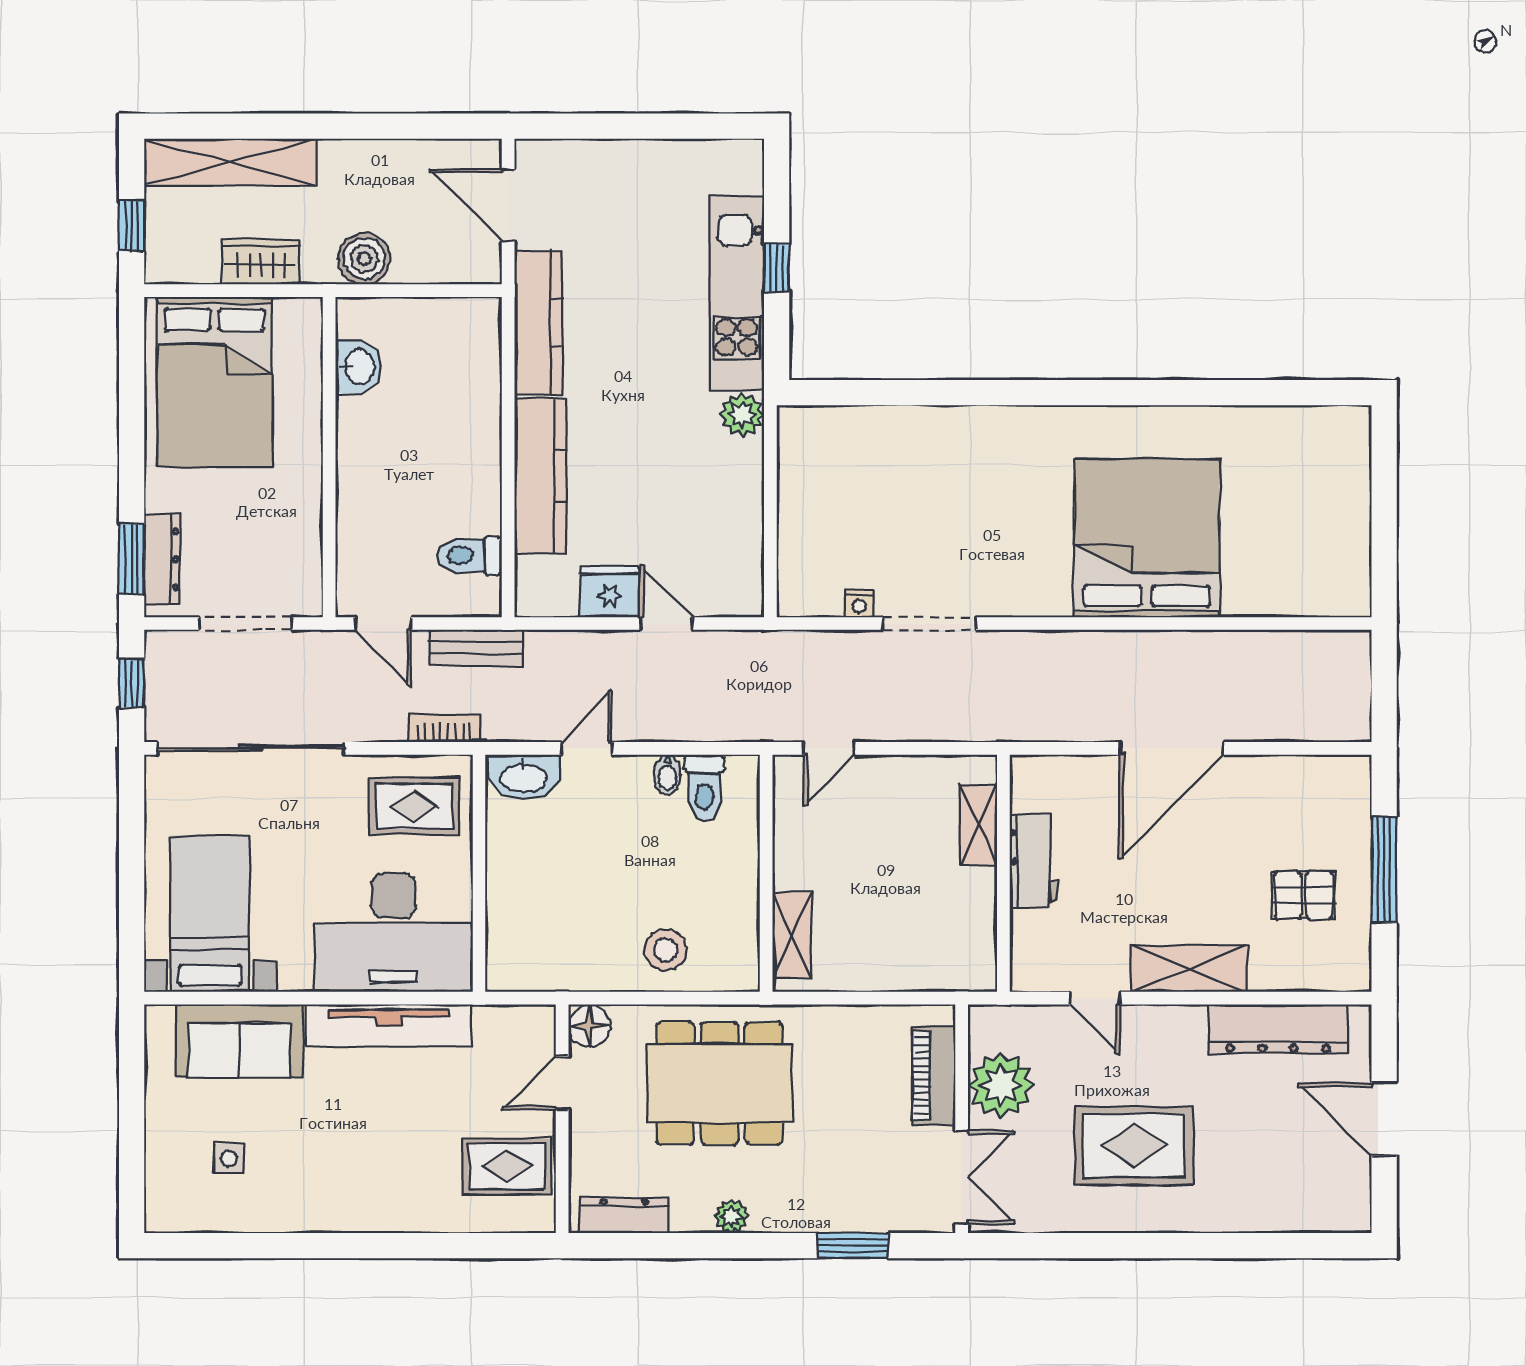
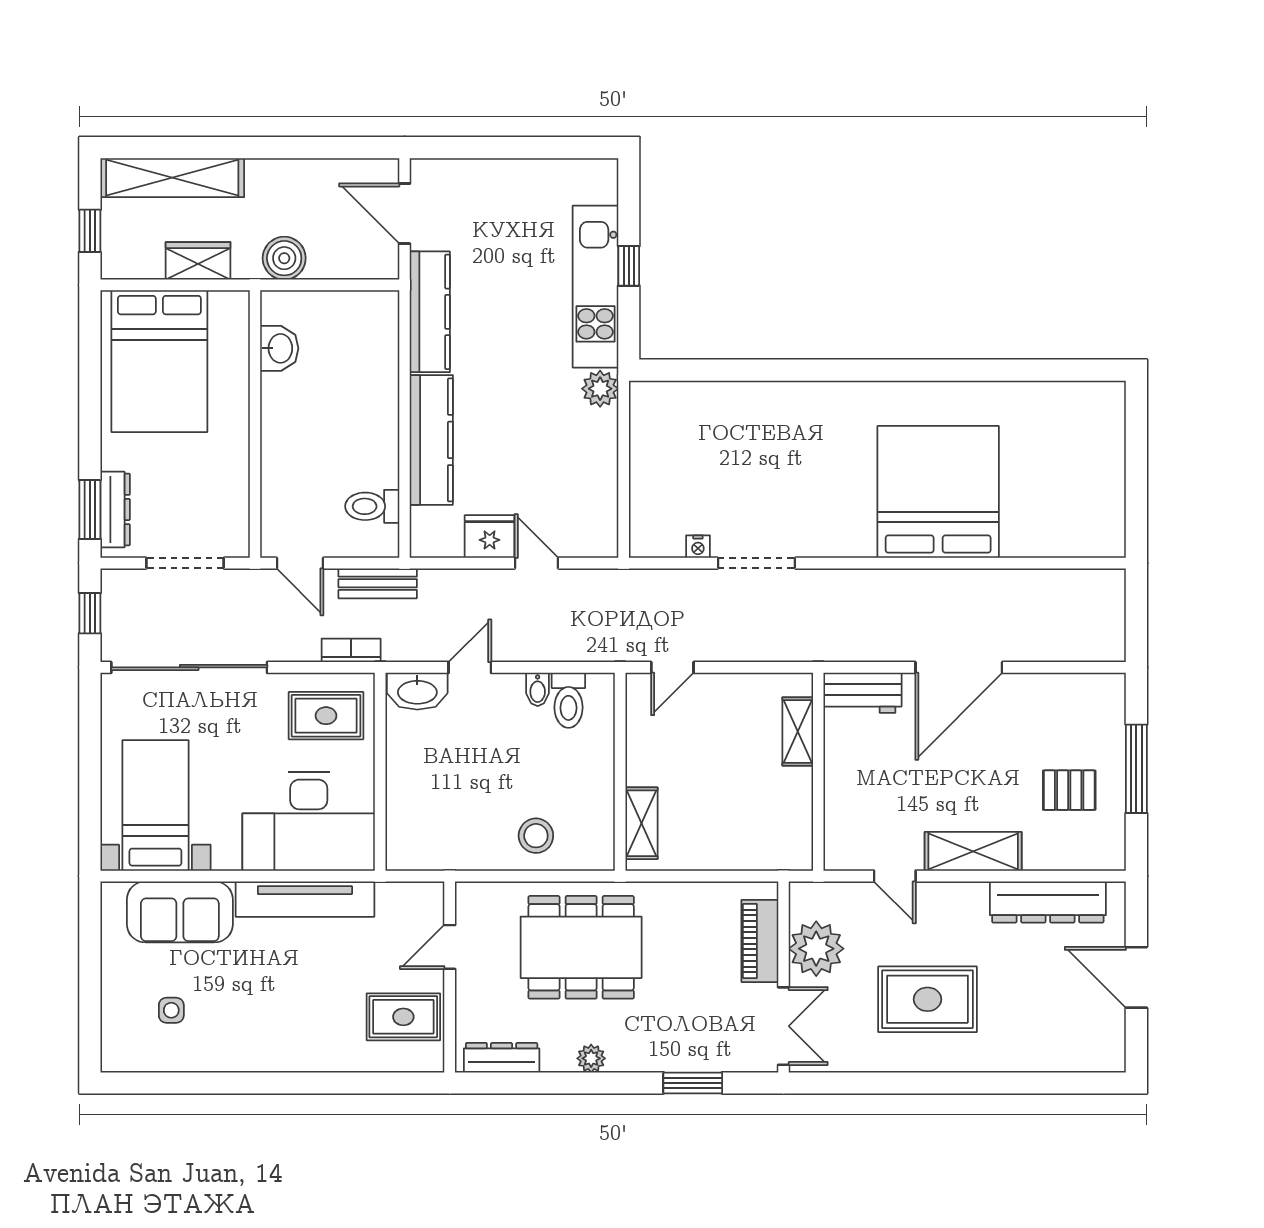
workbench: (1034, 861) -> (863, 693), moved, turned 90
floor lamp: (589, 1026) -> (472, 899), removed

